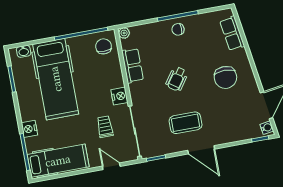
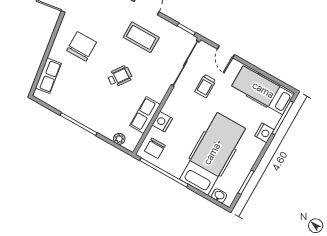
chair: (178, 29) -> (87, 114), removed
plant: (124, 33) -> (119, 139), moved
nightstand: (119, 96) -> (162, 122), moved

